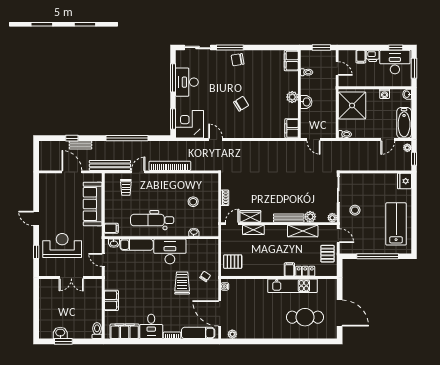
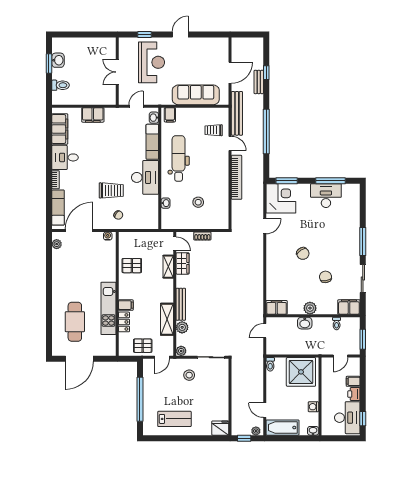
sliding door: (198, 48) -> (363, 278), moved
chair: (238, 60) -> (325, 277), moved
window: (414, 68) -> (341, 438), removed
lab bench: (396, 224) -> (174, 419), width x0.73, depth x0.72
pallet: (233, 262) -> (132, 266), moved, turned 90
toilet: (97, 331) -> (61, 85), moved

